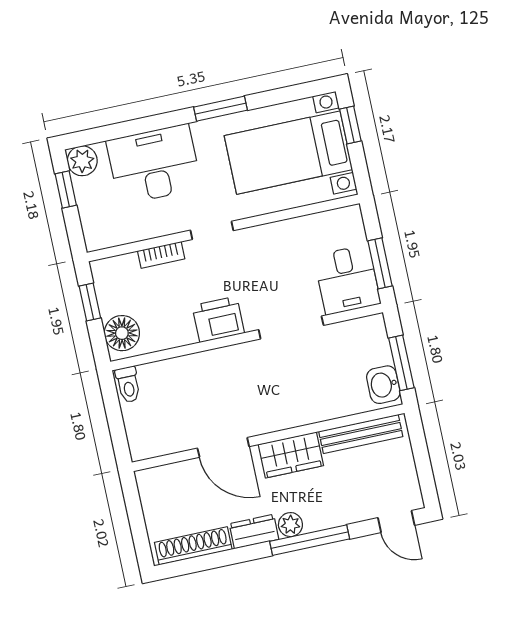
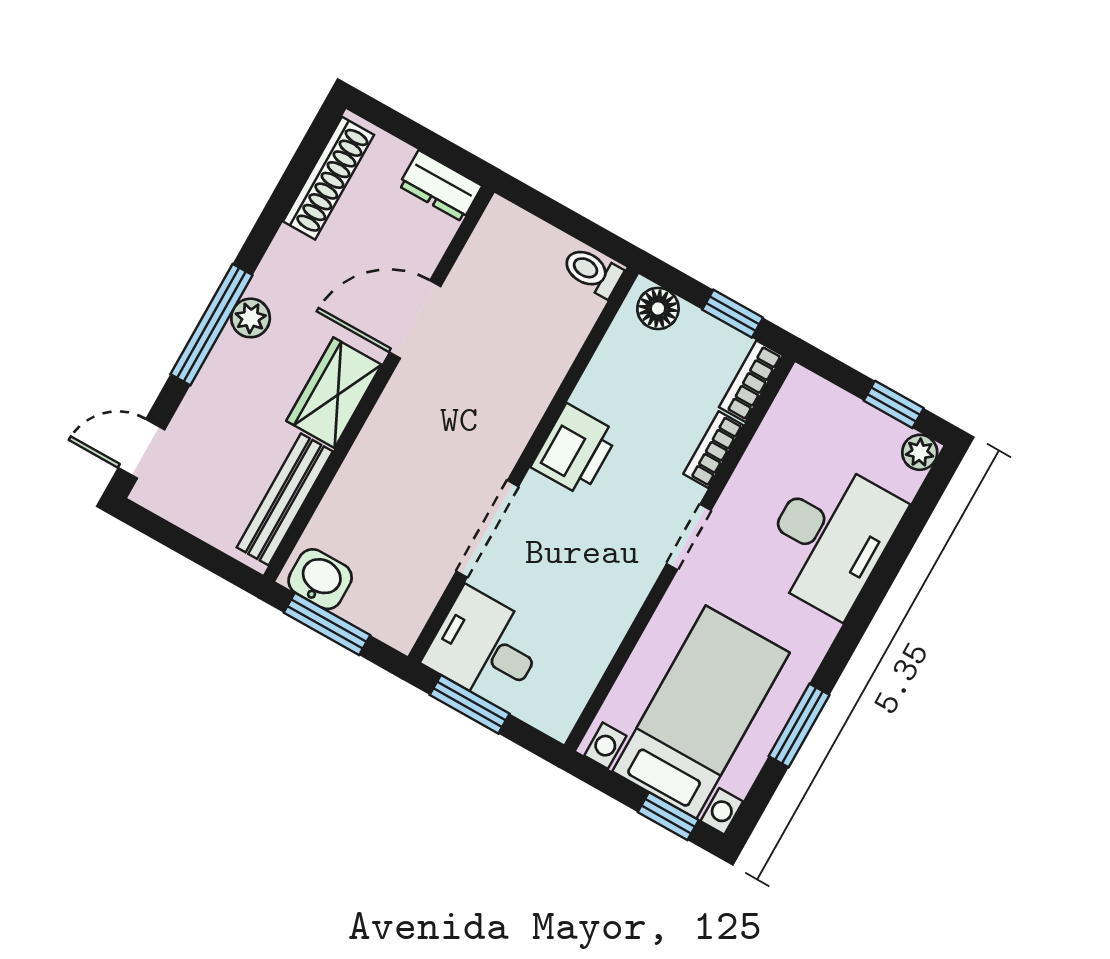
window: (220, 109) -> (799, 726), moved
plant: (82, 161) -> (920, 452), width x0.73, depth x0.73
bookcase: (114, 266) -> (751, 381), added
floor lamp: (122, 333) -> (658, 308), width x0.73, depth x0.73
dresser: (254, 532) -> (440, 186), moved, turned 90

